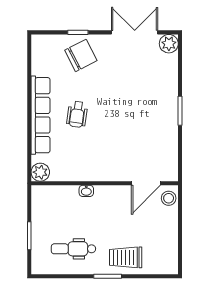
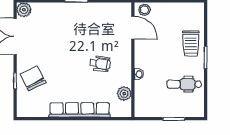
wheelchair: (77, 114) -> (100, 64), moved
plant: (40, 172) -> (124, 94), moved
dental chair: (73, 249) -> (184, 84), turned 90

